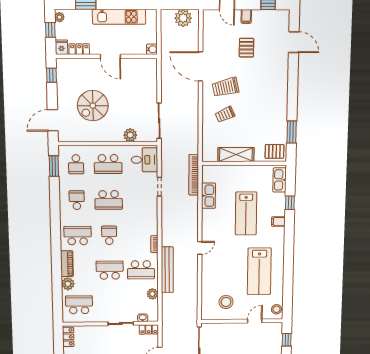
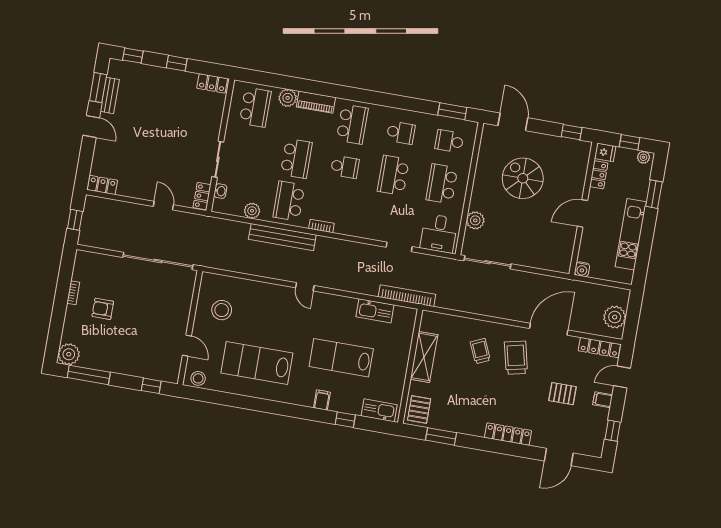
locker: (208, 26) -> (599, 348), added
locker: (282, 83) -> (508, 434), added

